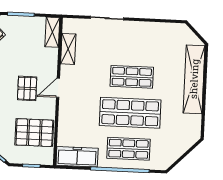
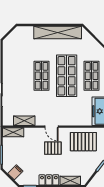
shelving: (194, 79) -> (58, 32), moved
pallet: (34, 133) -> (83, 142), turned 90

